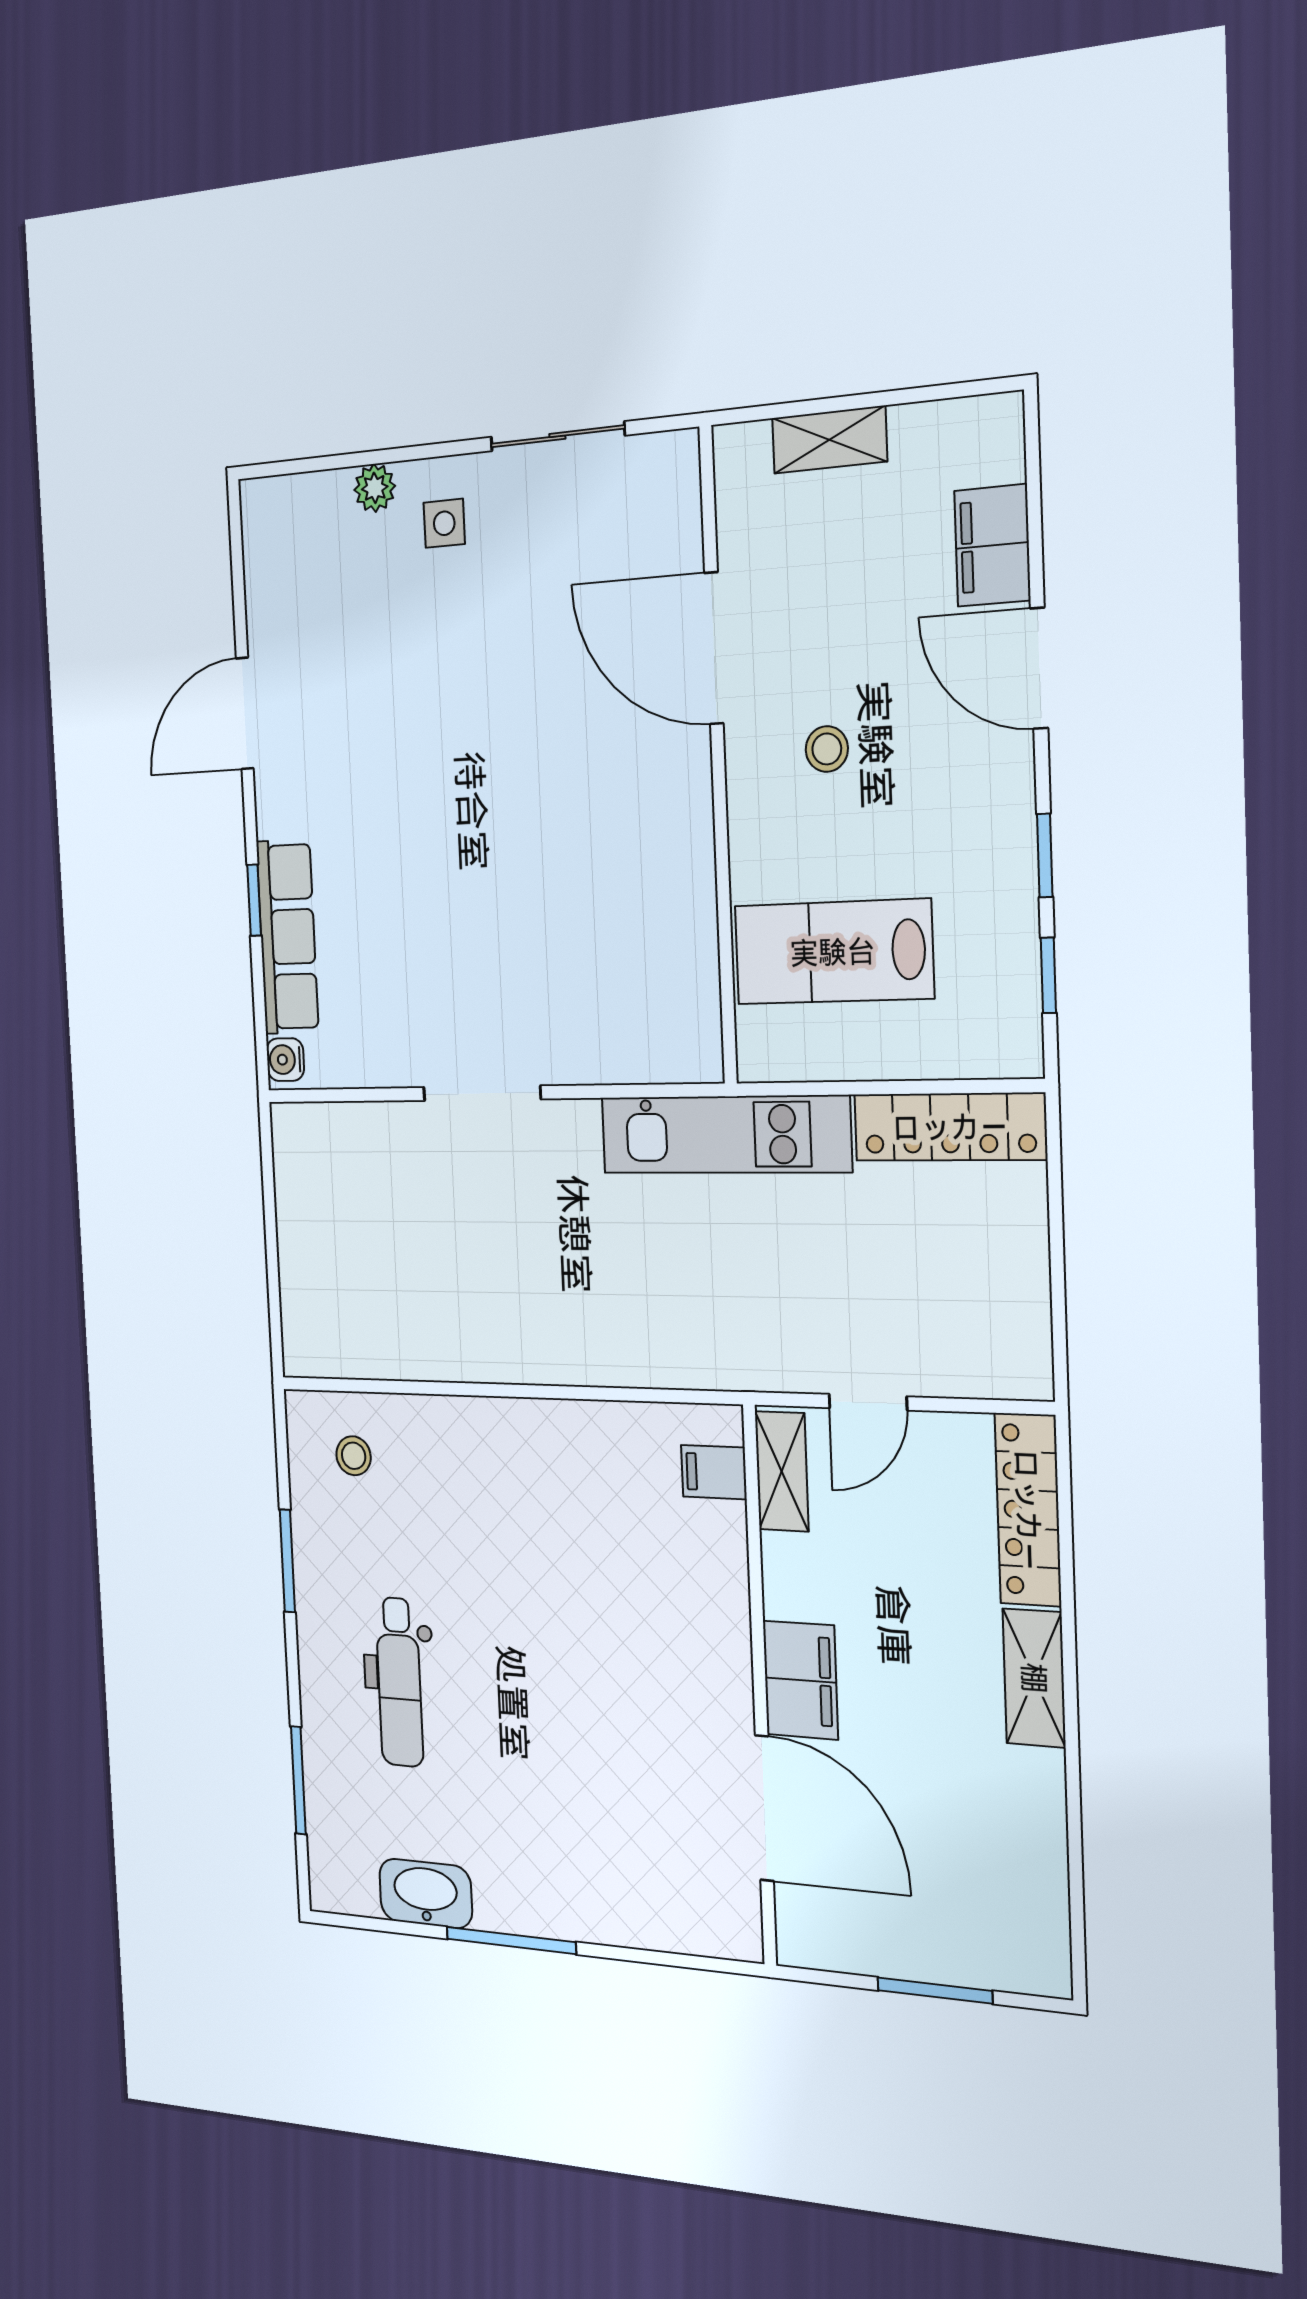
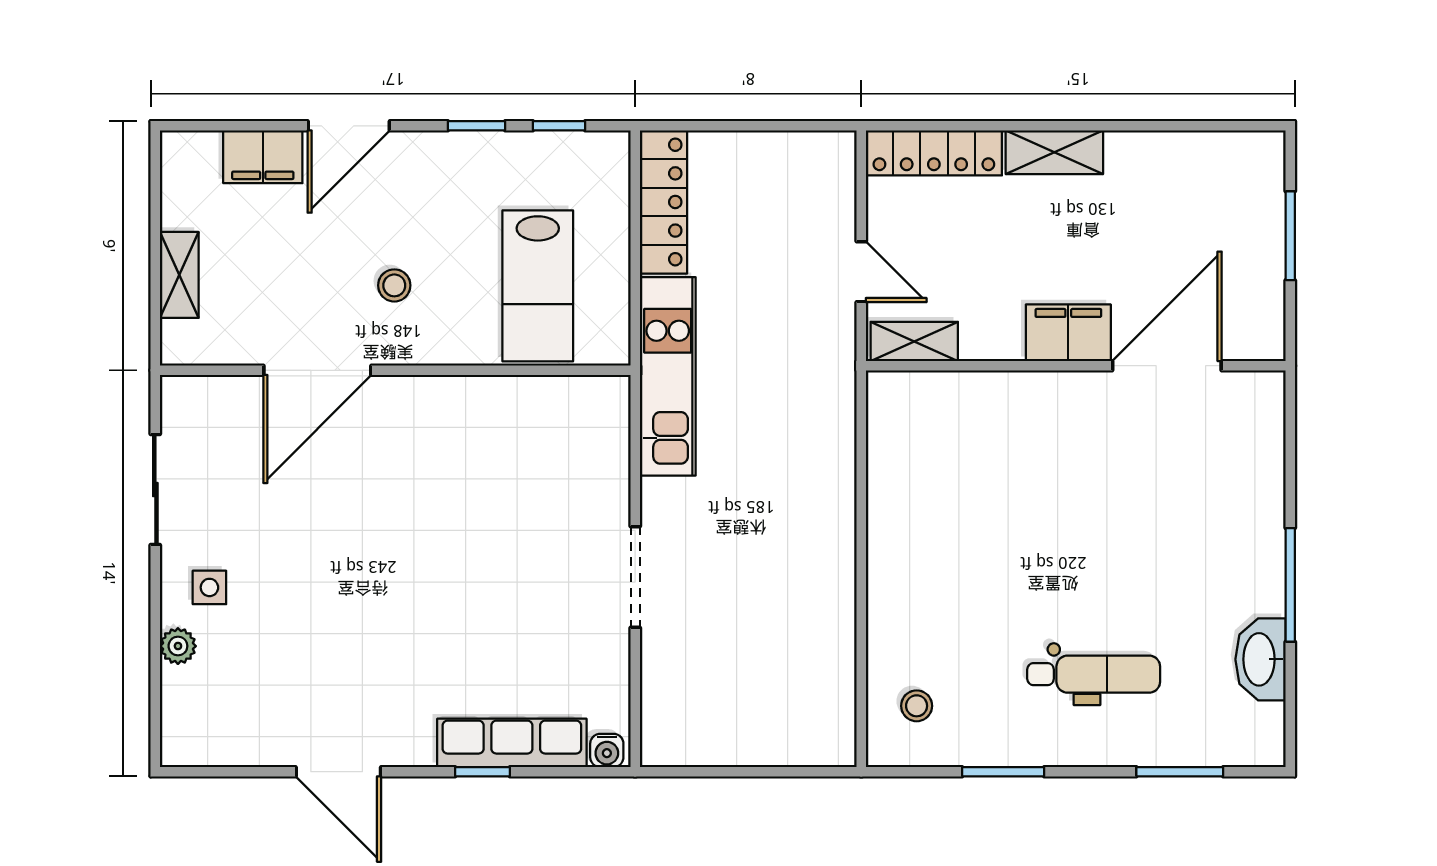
filing cabinet: (714, 1472) -> (917, 396), removed

